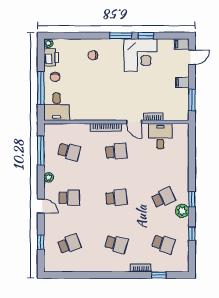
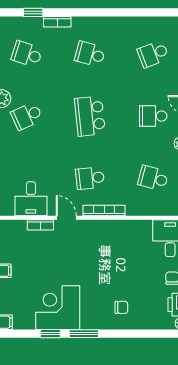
school desk: (116, 198) -> (90, 116), width x1.85

